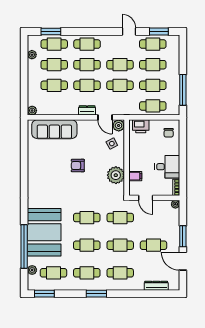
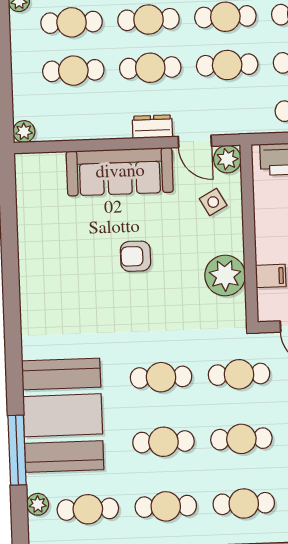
sofa: (54, 129) -> (120, 172), moved
window: (24, 247) -> (17, 450), width x0.68

